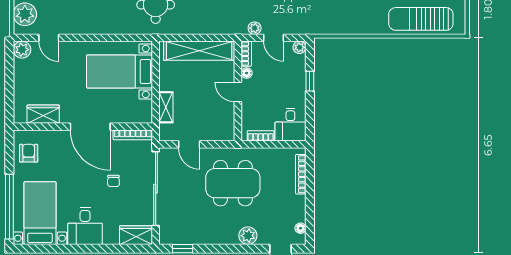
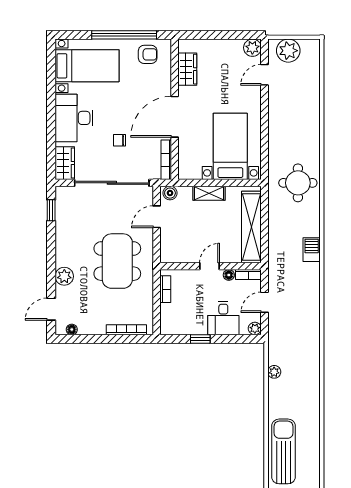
plant: (255, 28) -> (274, 372), moved
window: (310, 81) -> (200, 339), moved
shelving: (166, 107) -> (209, 193), moved
desk: (290, 125) -> (223, 318), moved, turned -90
boiler: (166, 131) -> (170, 193), added
window: (9, 207) -> (124, 35), moved
desk: (85, 226) -> (74, 118), width x1.37

